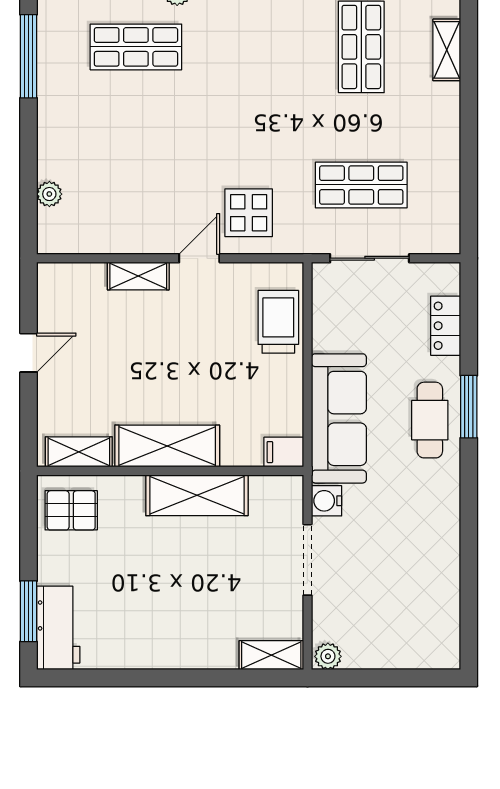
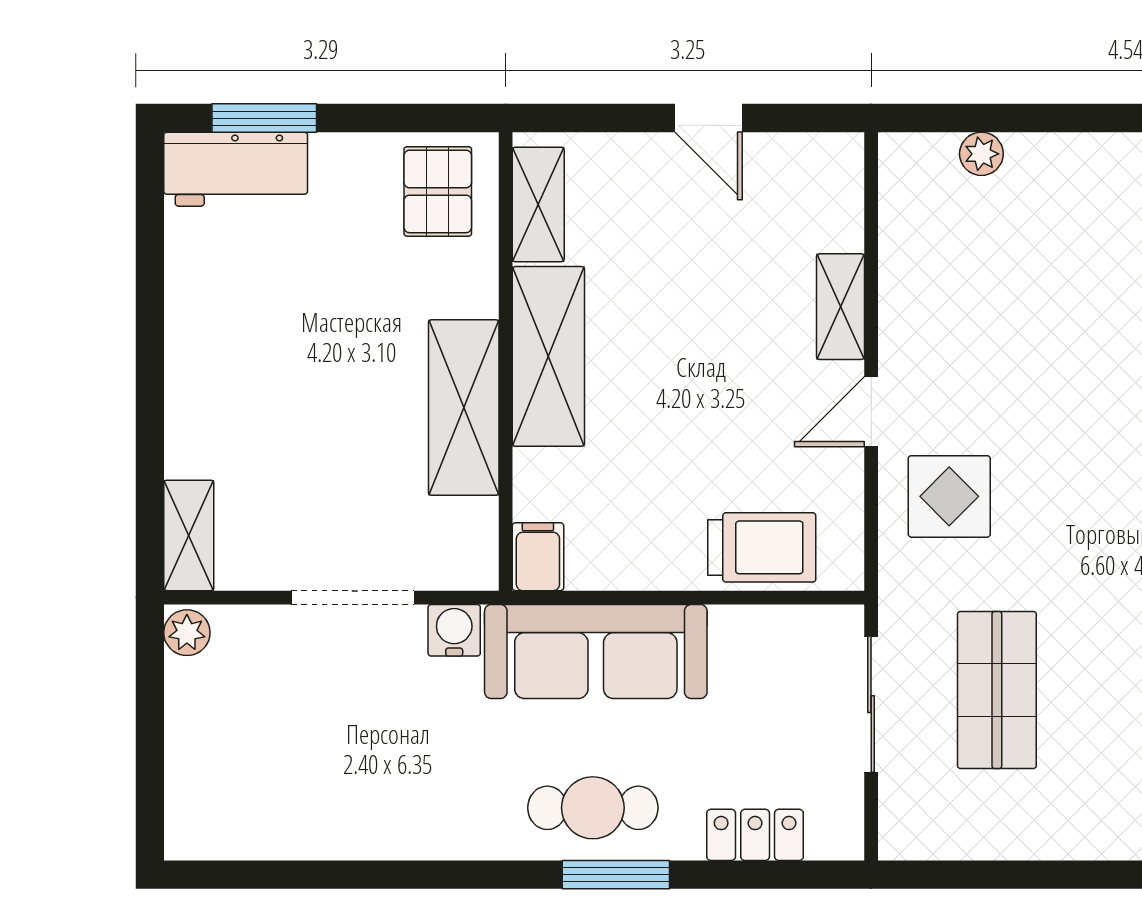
door: (199, 258) -> (871, 412), swing flipped

